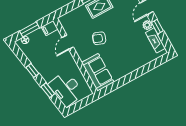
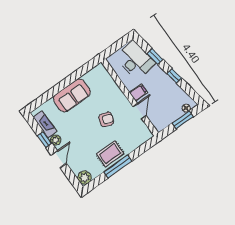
filing cabinet: (50, 28) -> (138, 93), moved
sofa: (98, 72) -> (72, 95), moved, turned -90

